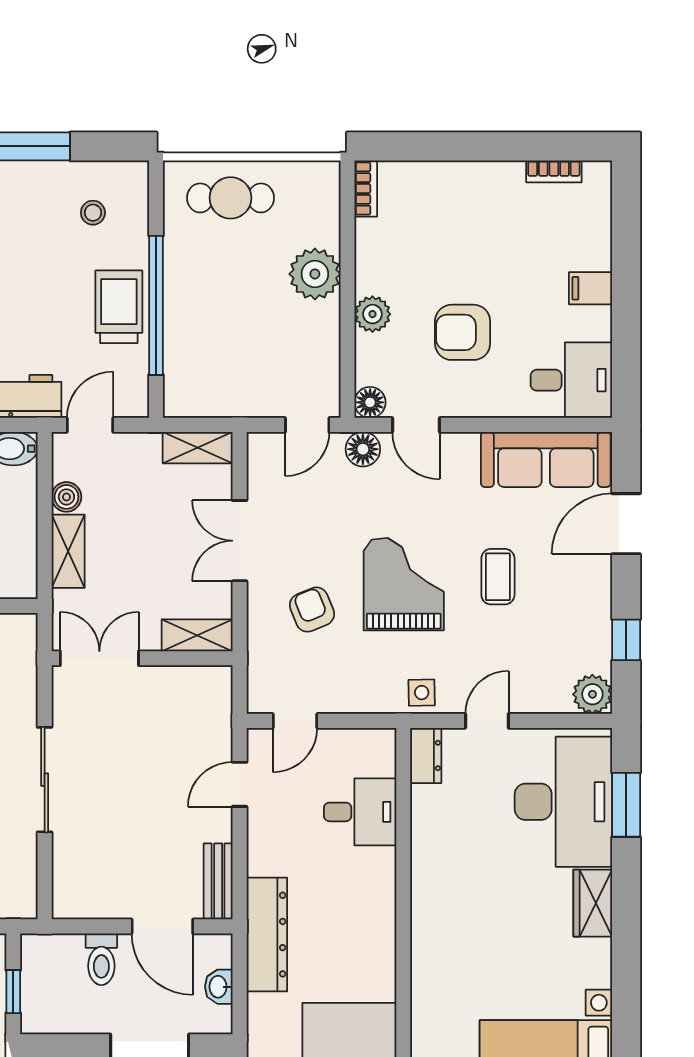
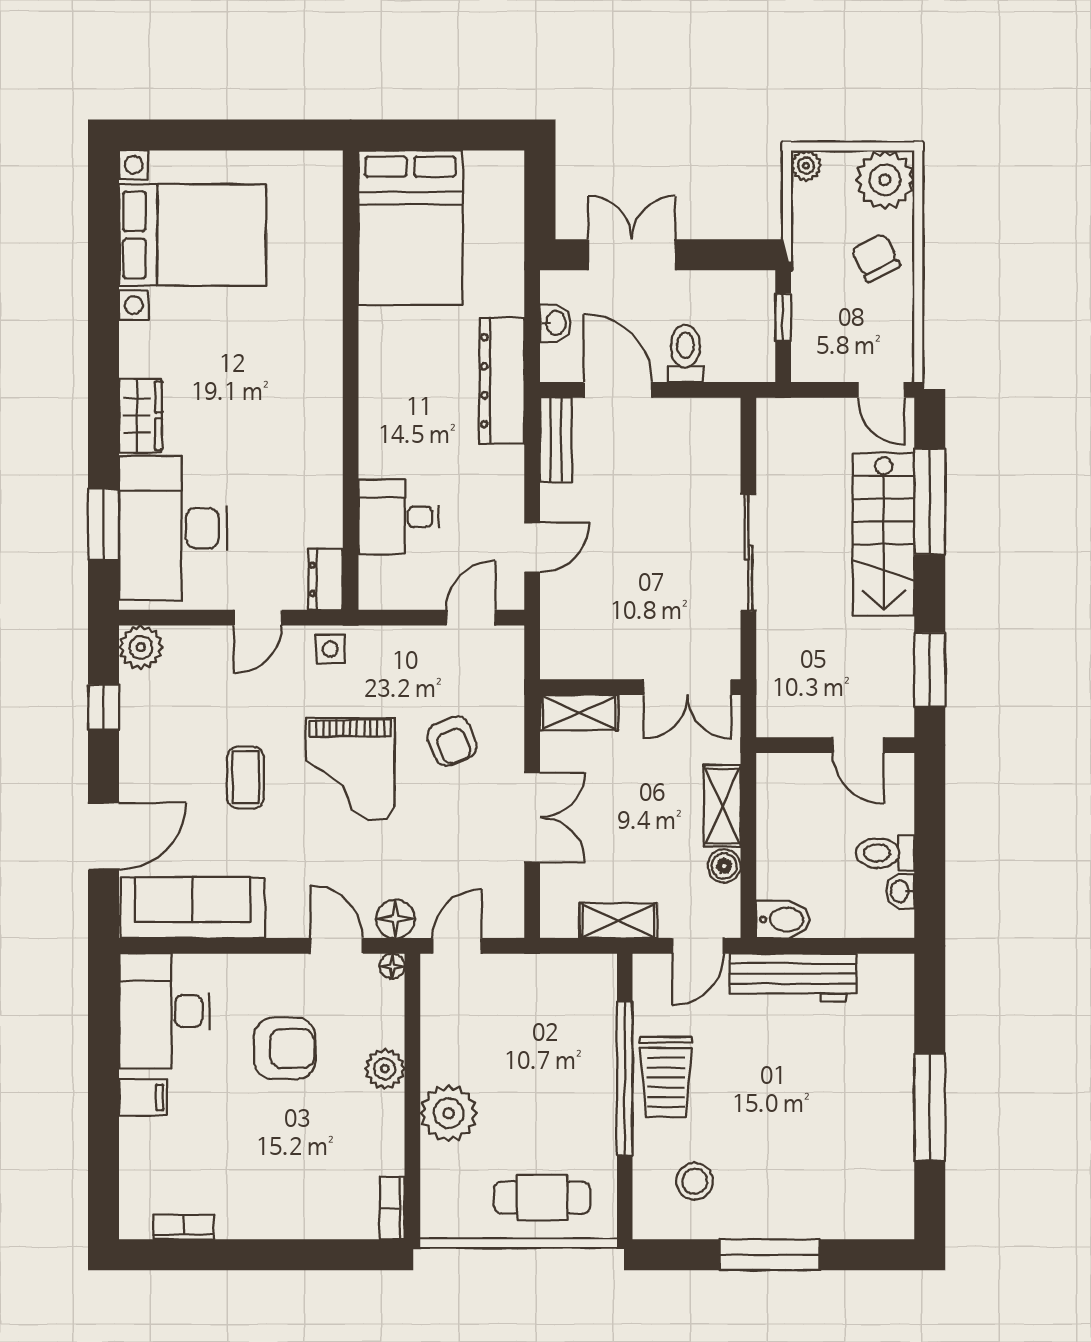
stool: (93, 213) -> (695, 1181), width x1.37, depth x1.37
desk: (571, 380) -> (164, 1011), width x1.37
floor lamp: (370, 402) -> (392, 966), width x0.73, depth x0.73
shelving: (198, 448) -> (619, 921), moved

